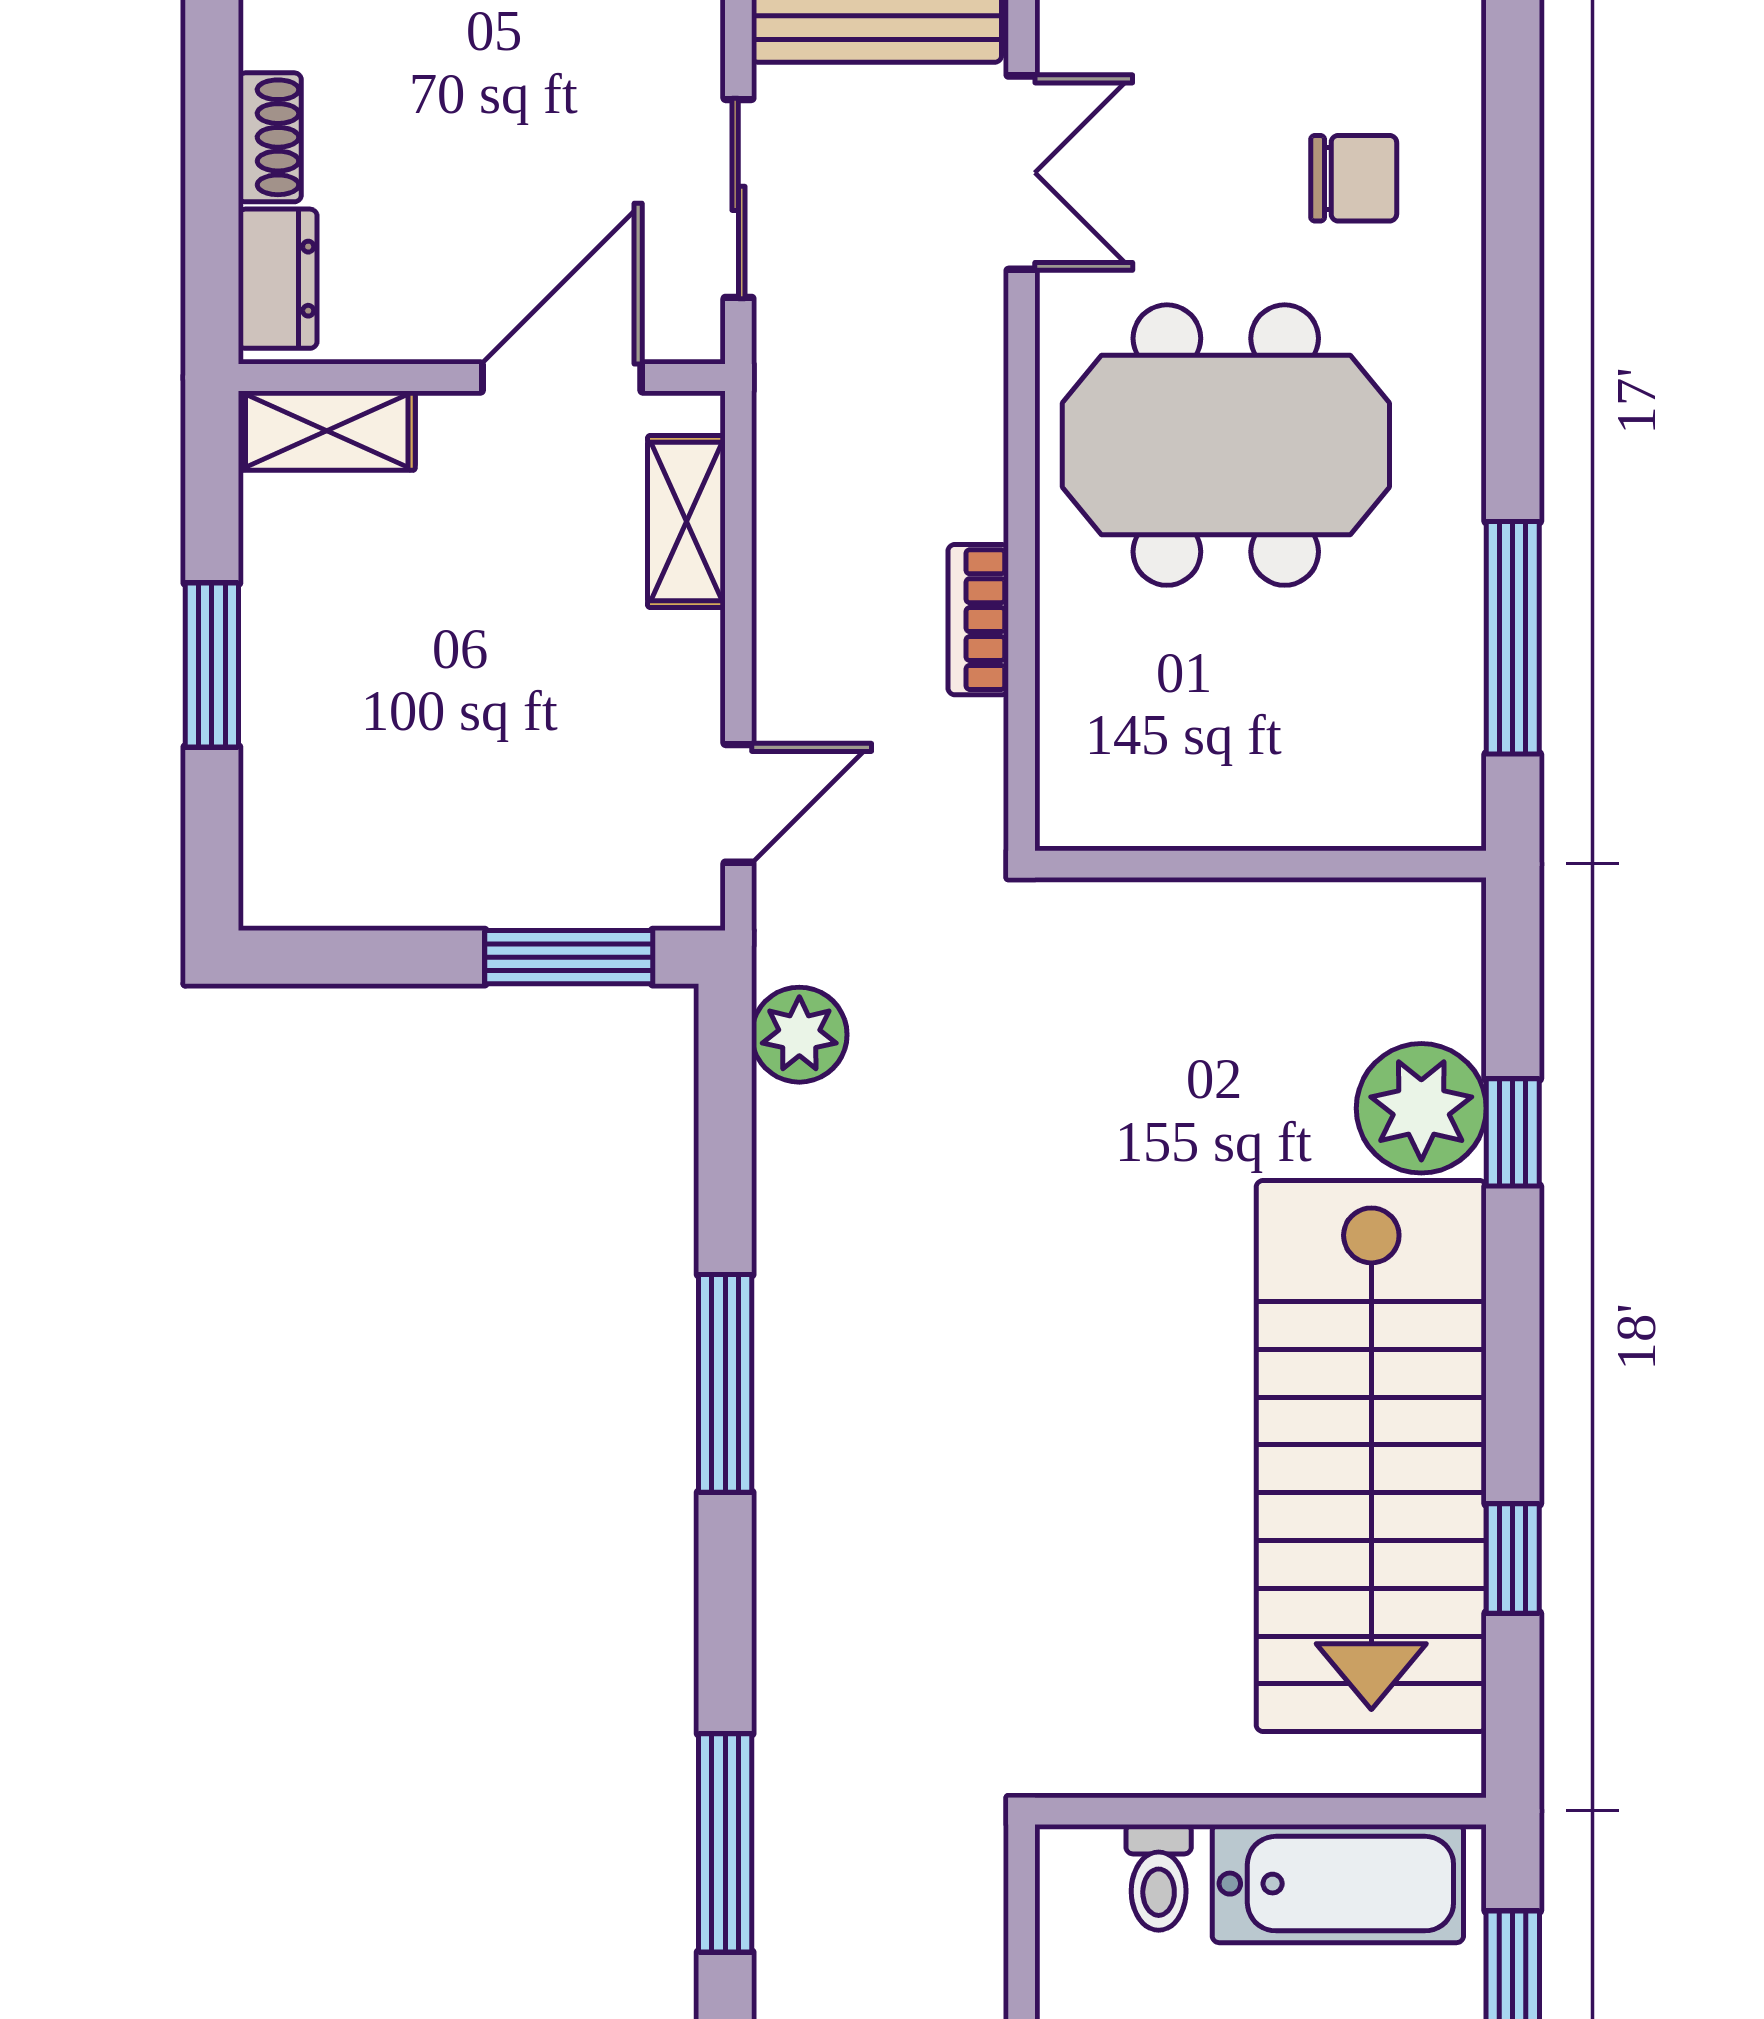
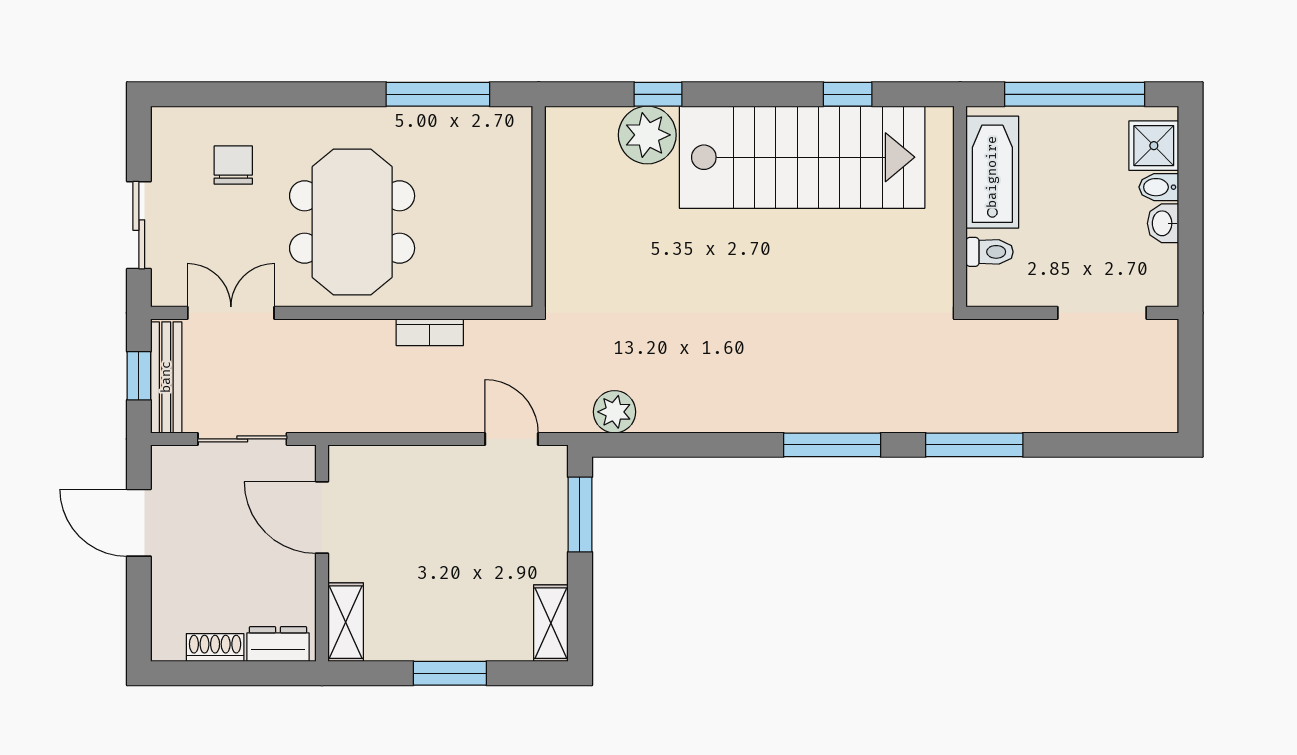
shelving: (686, 521) -> (551, 623), moved, turned 90
window: (725, 1383) -> (832, 445), moved

